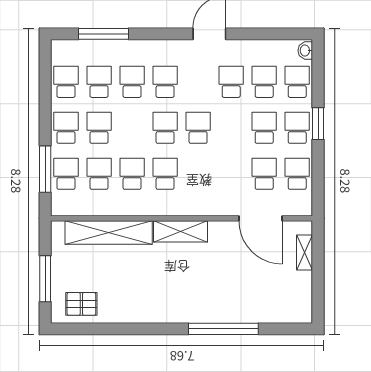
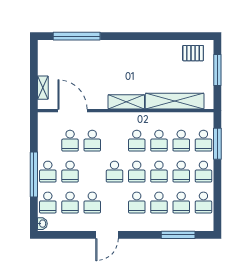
window: (318, 124) -> (34, 174), width x2.11
school desk: (132, 128) -> (159, 172), added
school desk: (297, 174) -> (92, 141), moved
window: (223, 329) -> (77, 36), moved

